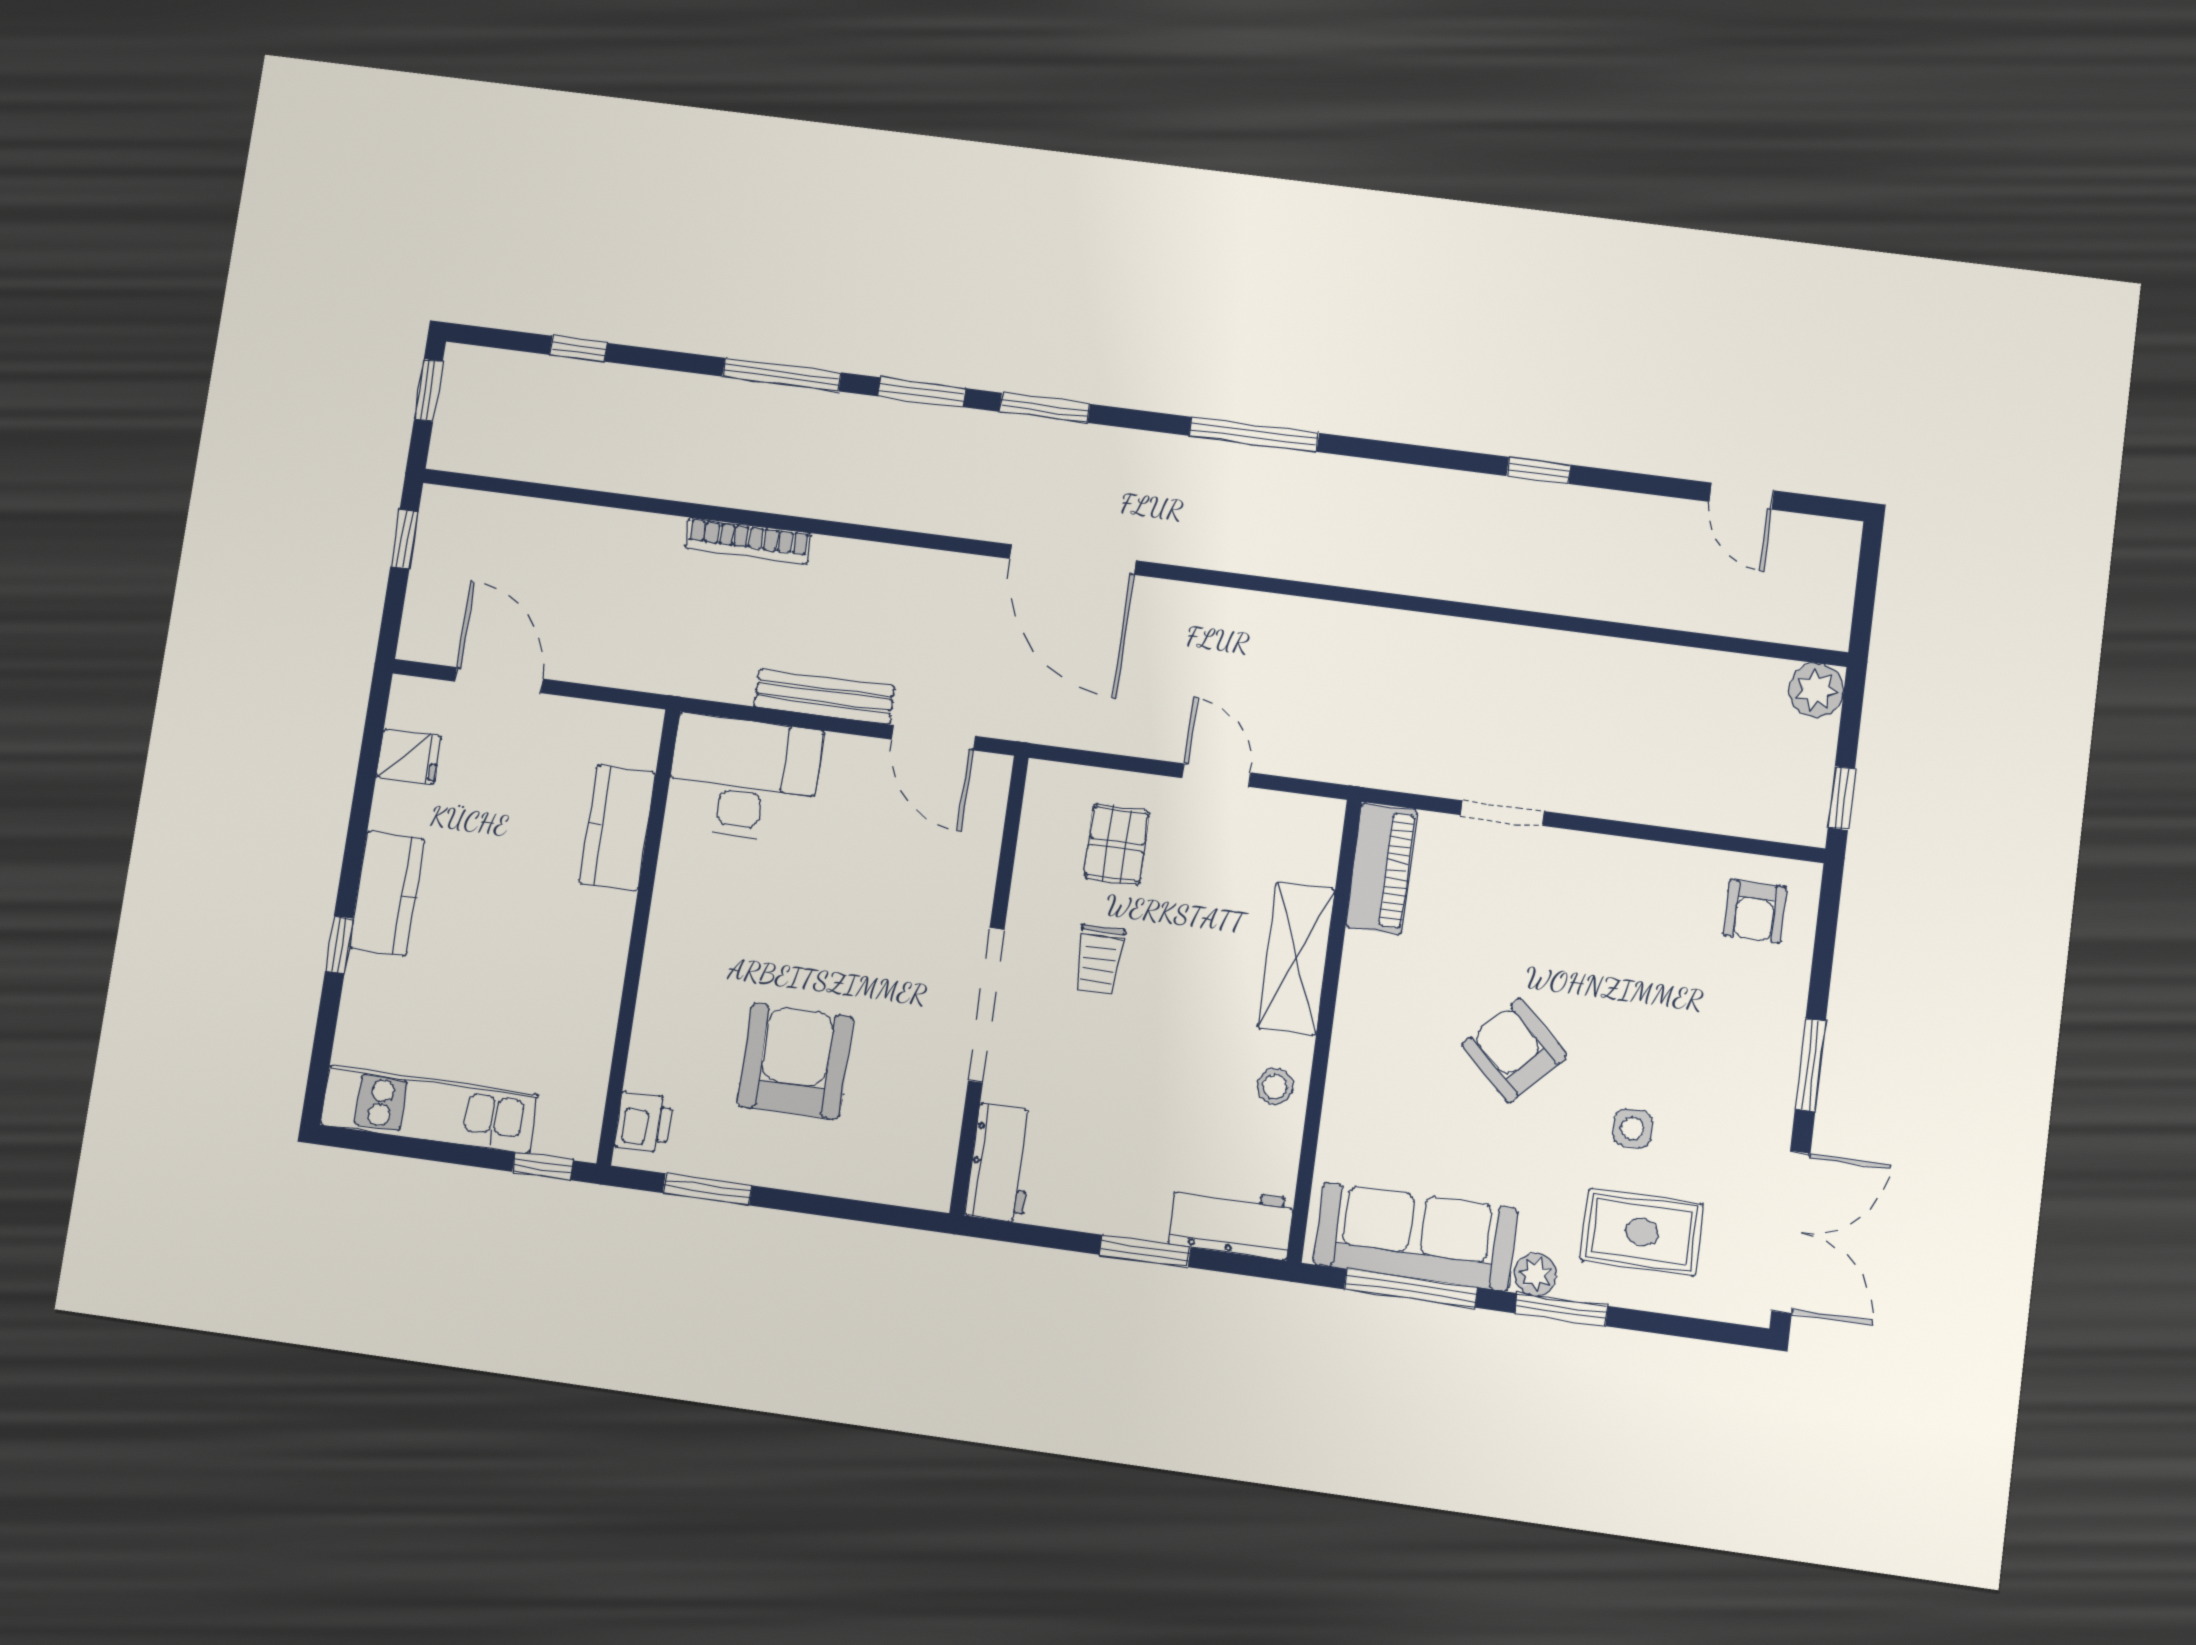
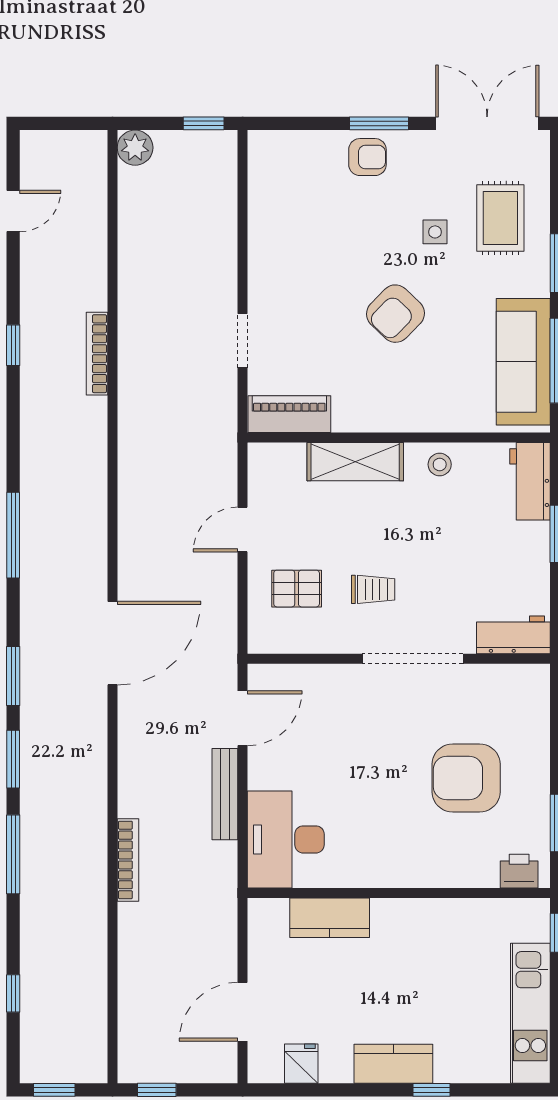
bookcase: (1510, 593) -> (97, 354), added
armchair: (1755, 911) -> (367, 157), moved
plant: (1535, 1274) -> (537, 282), removed

